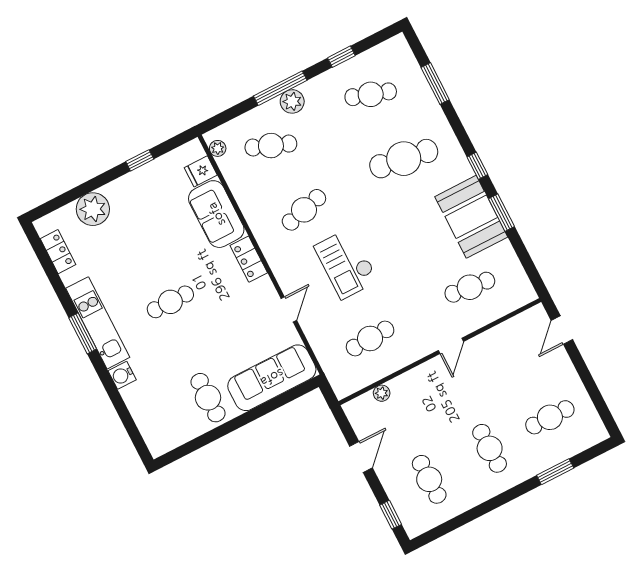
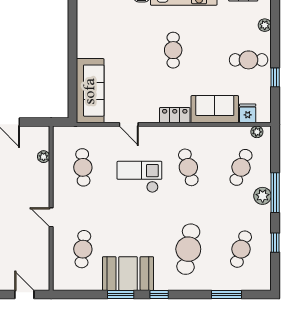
plant: (93, 209) -> (265, 25), width x0.53, depth x0.53
cafe table: (208, 398) -> (249, 60), moved

